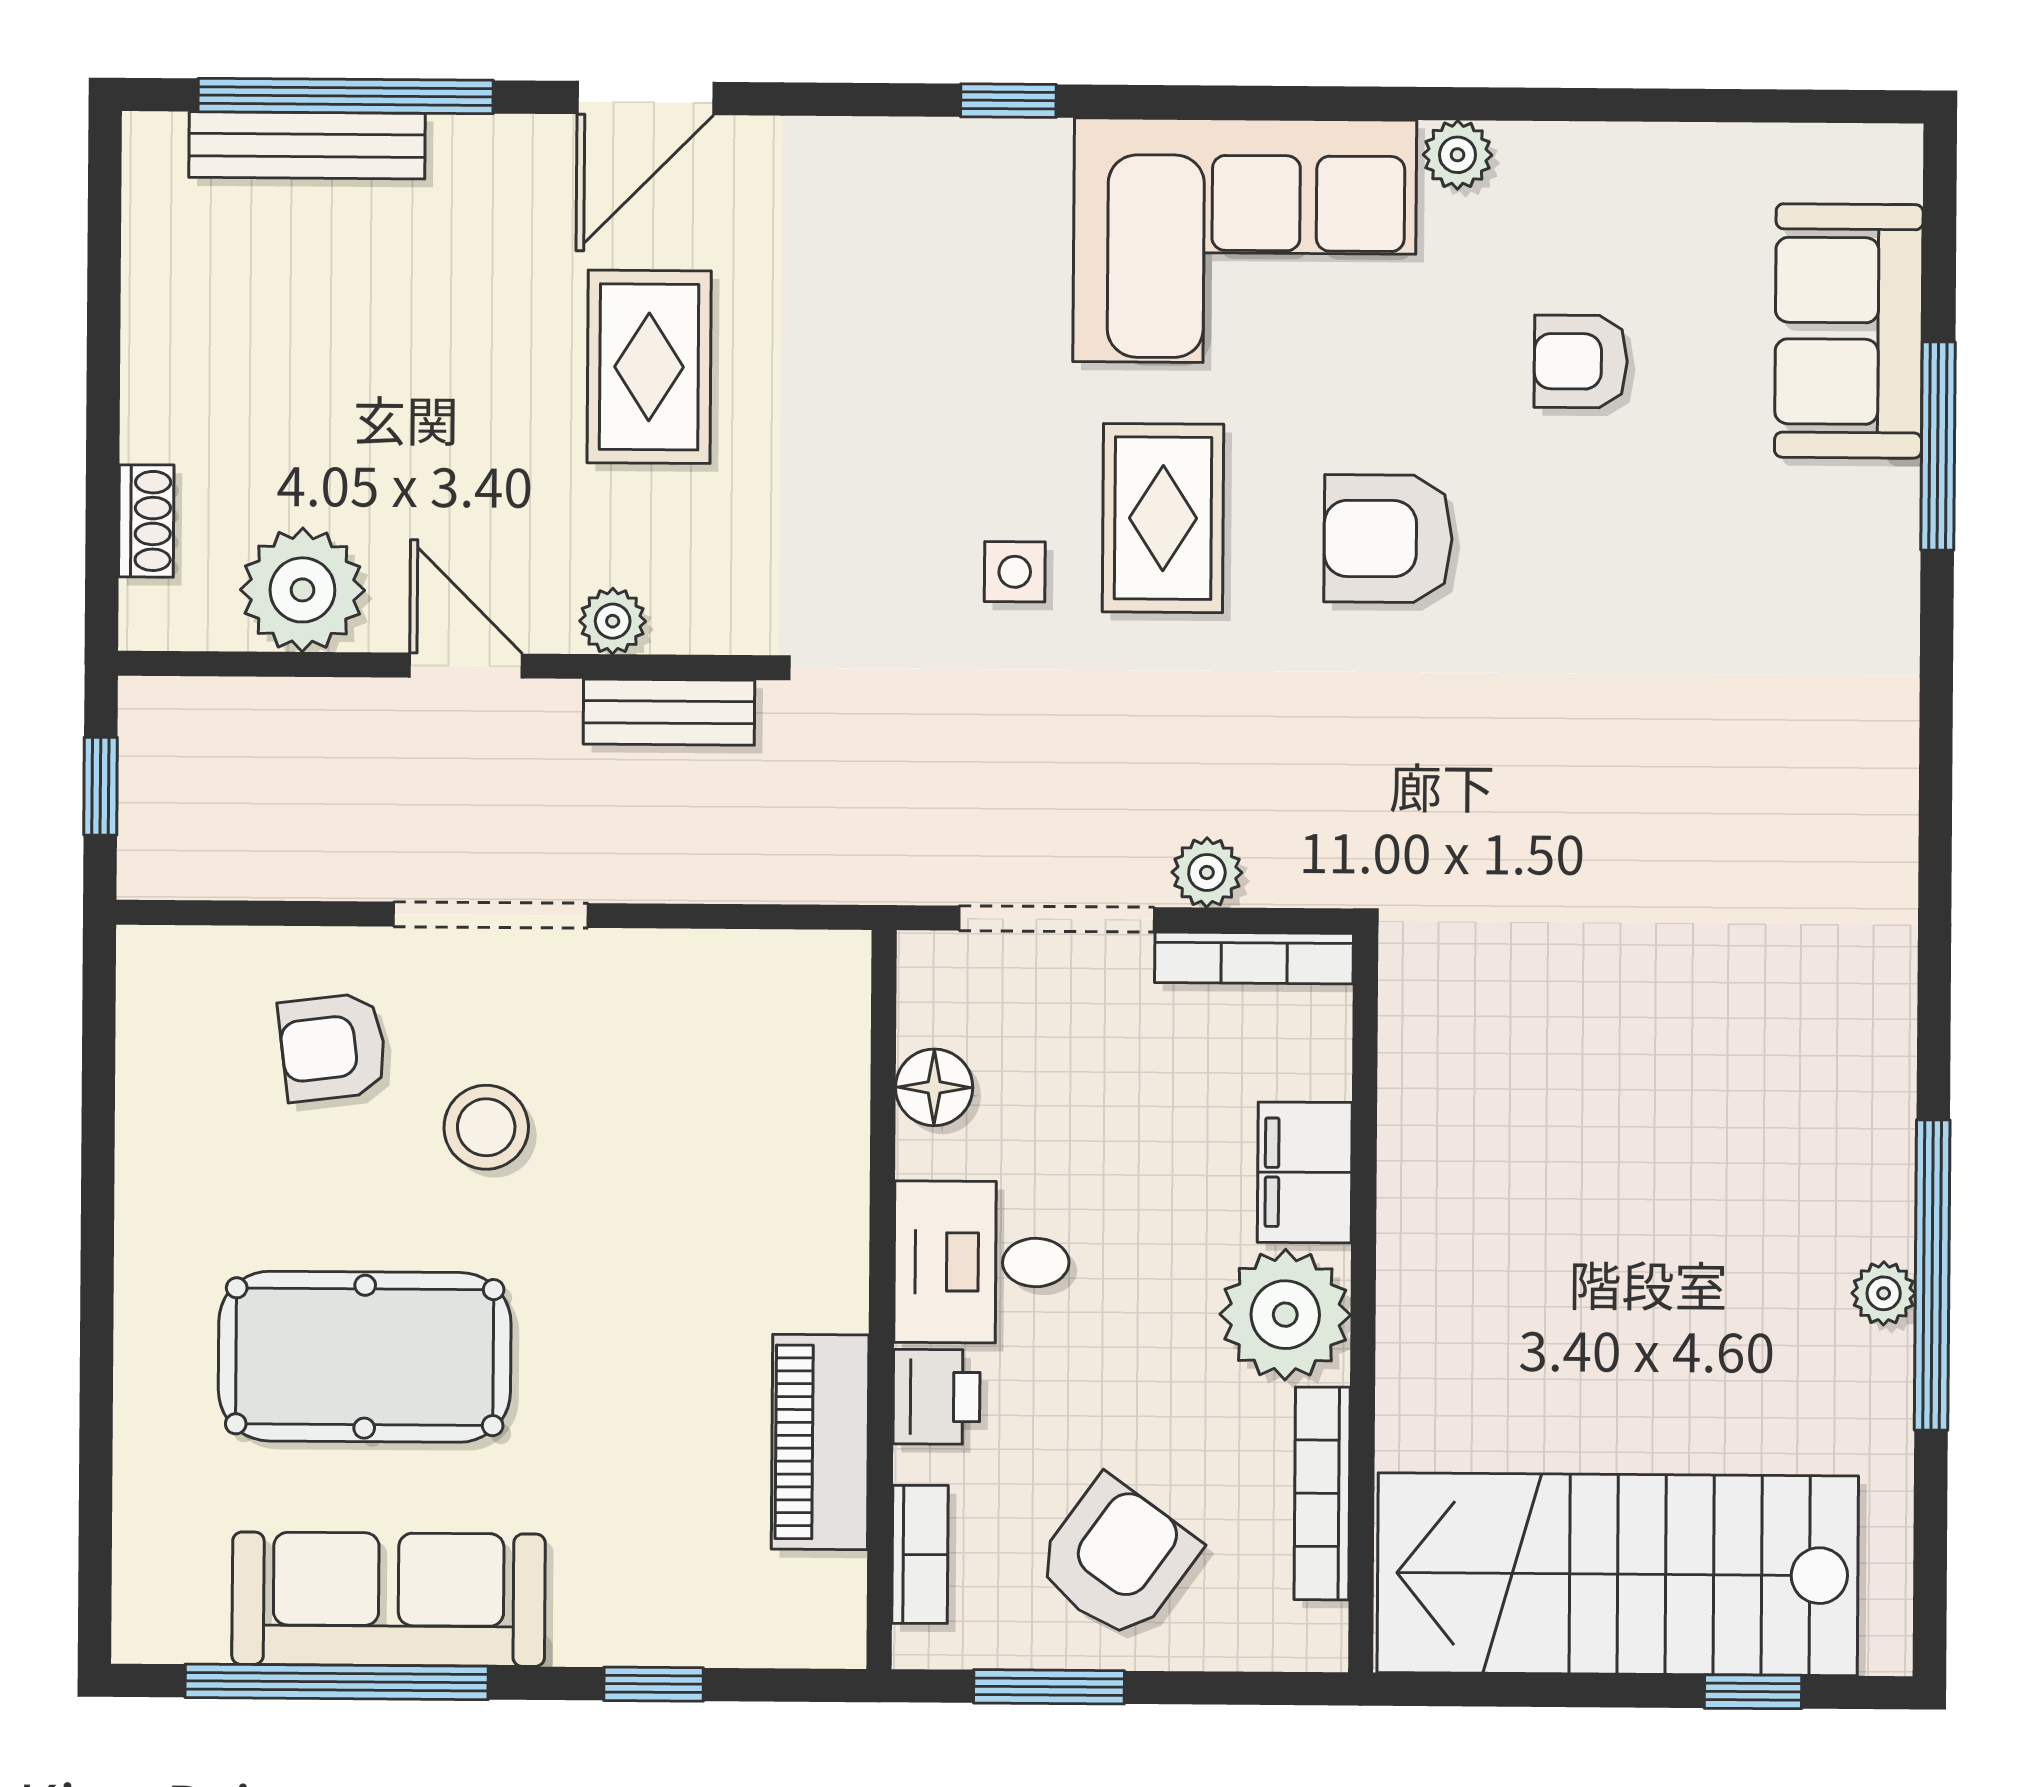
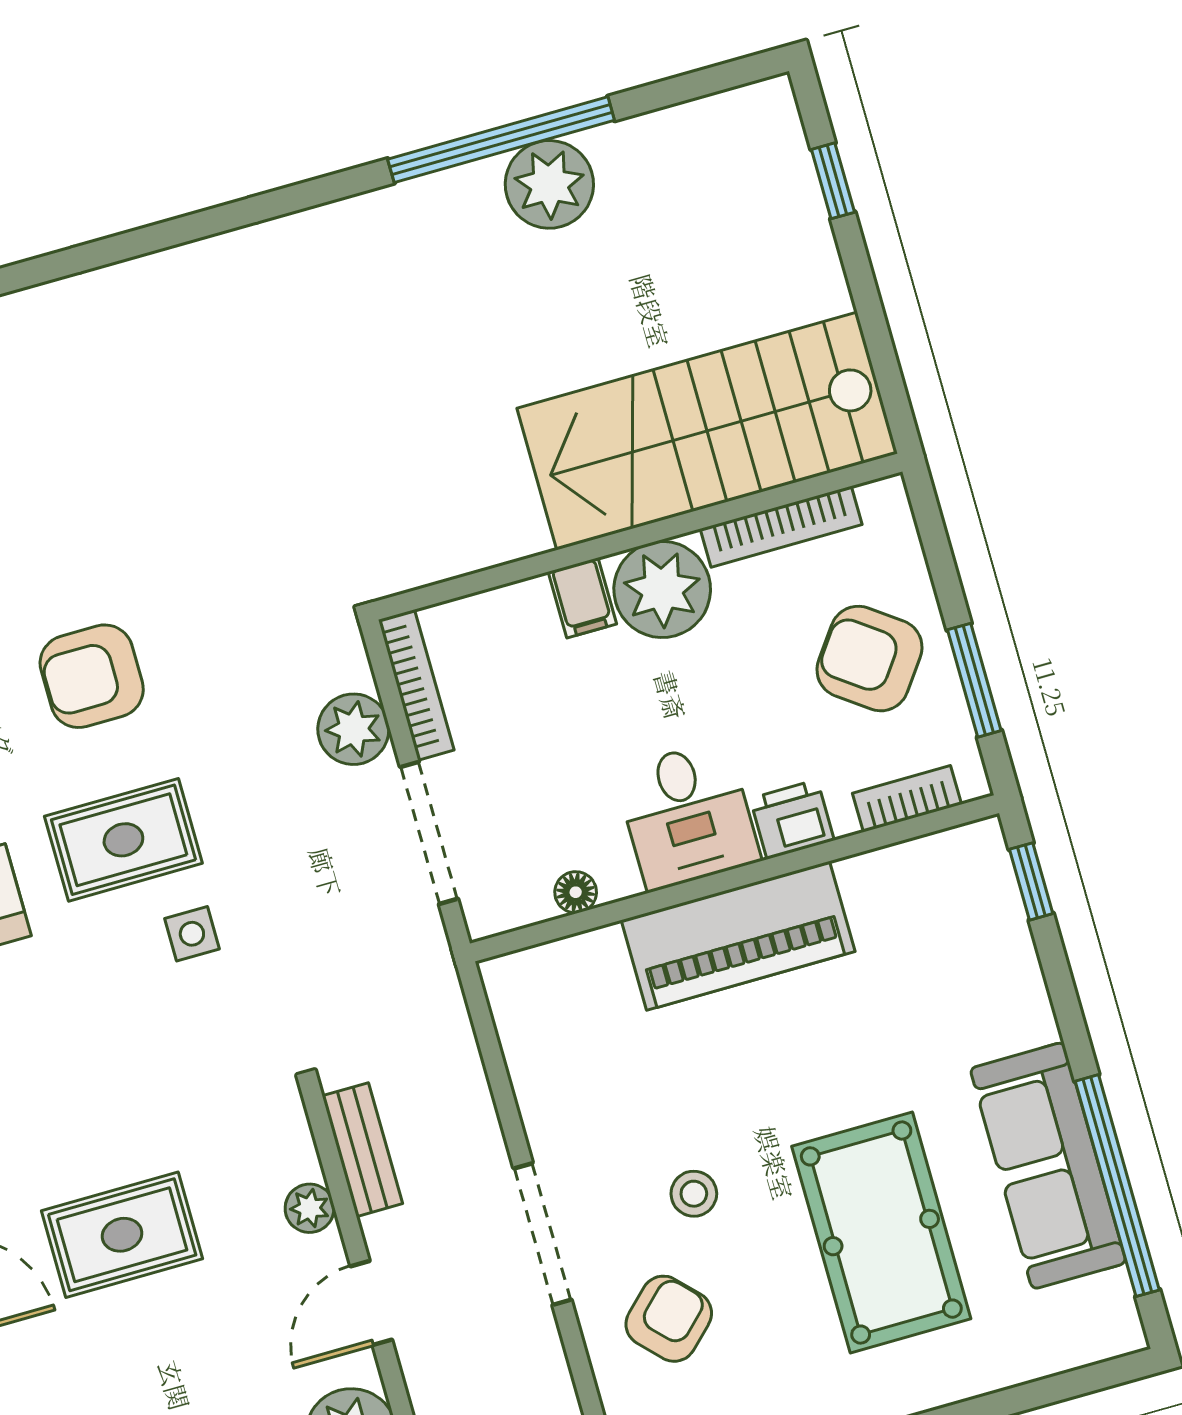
armchair: (1388, 539) -> (92, 676), turned 90
plant: (1207, 872) -> (353, 729), width x1.38, depth x1.38
armchair: (333, 1047) -> (669, 1319), turned -127
floor lamp: (934, 1087) -> (576, 892), width x0.73, depth x0.73
stool: (486, 1127) -> (694, 1194), width x0.73, depth x0.73
filing cabinet: (1305, 1172) -> (582, 598), width x0.50
plant: (1884, 1293) -> (549, 184), width x1.87, depth x1.87
piano: (820, 1442) -> (738, 936), moved, width x1.37, depth x1.33
stairs: (1618, 1574) -> (707, 431), moved, turned 90
window: (654, 1684) -> (1031, 881), moved

